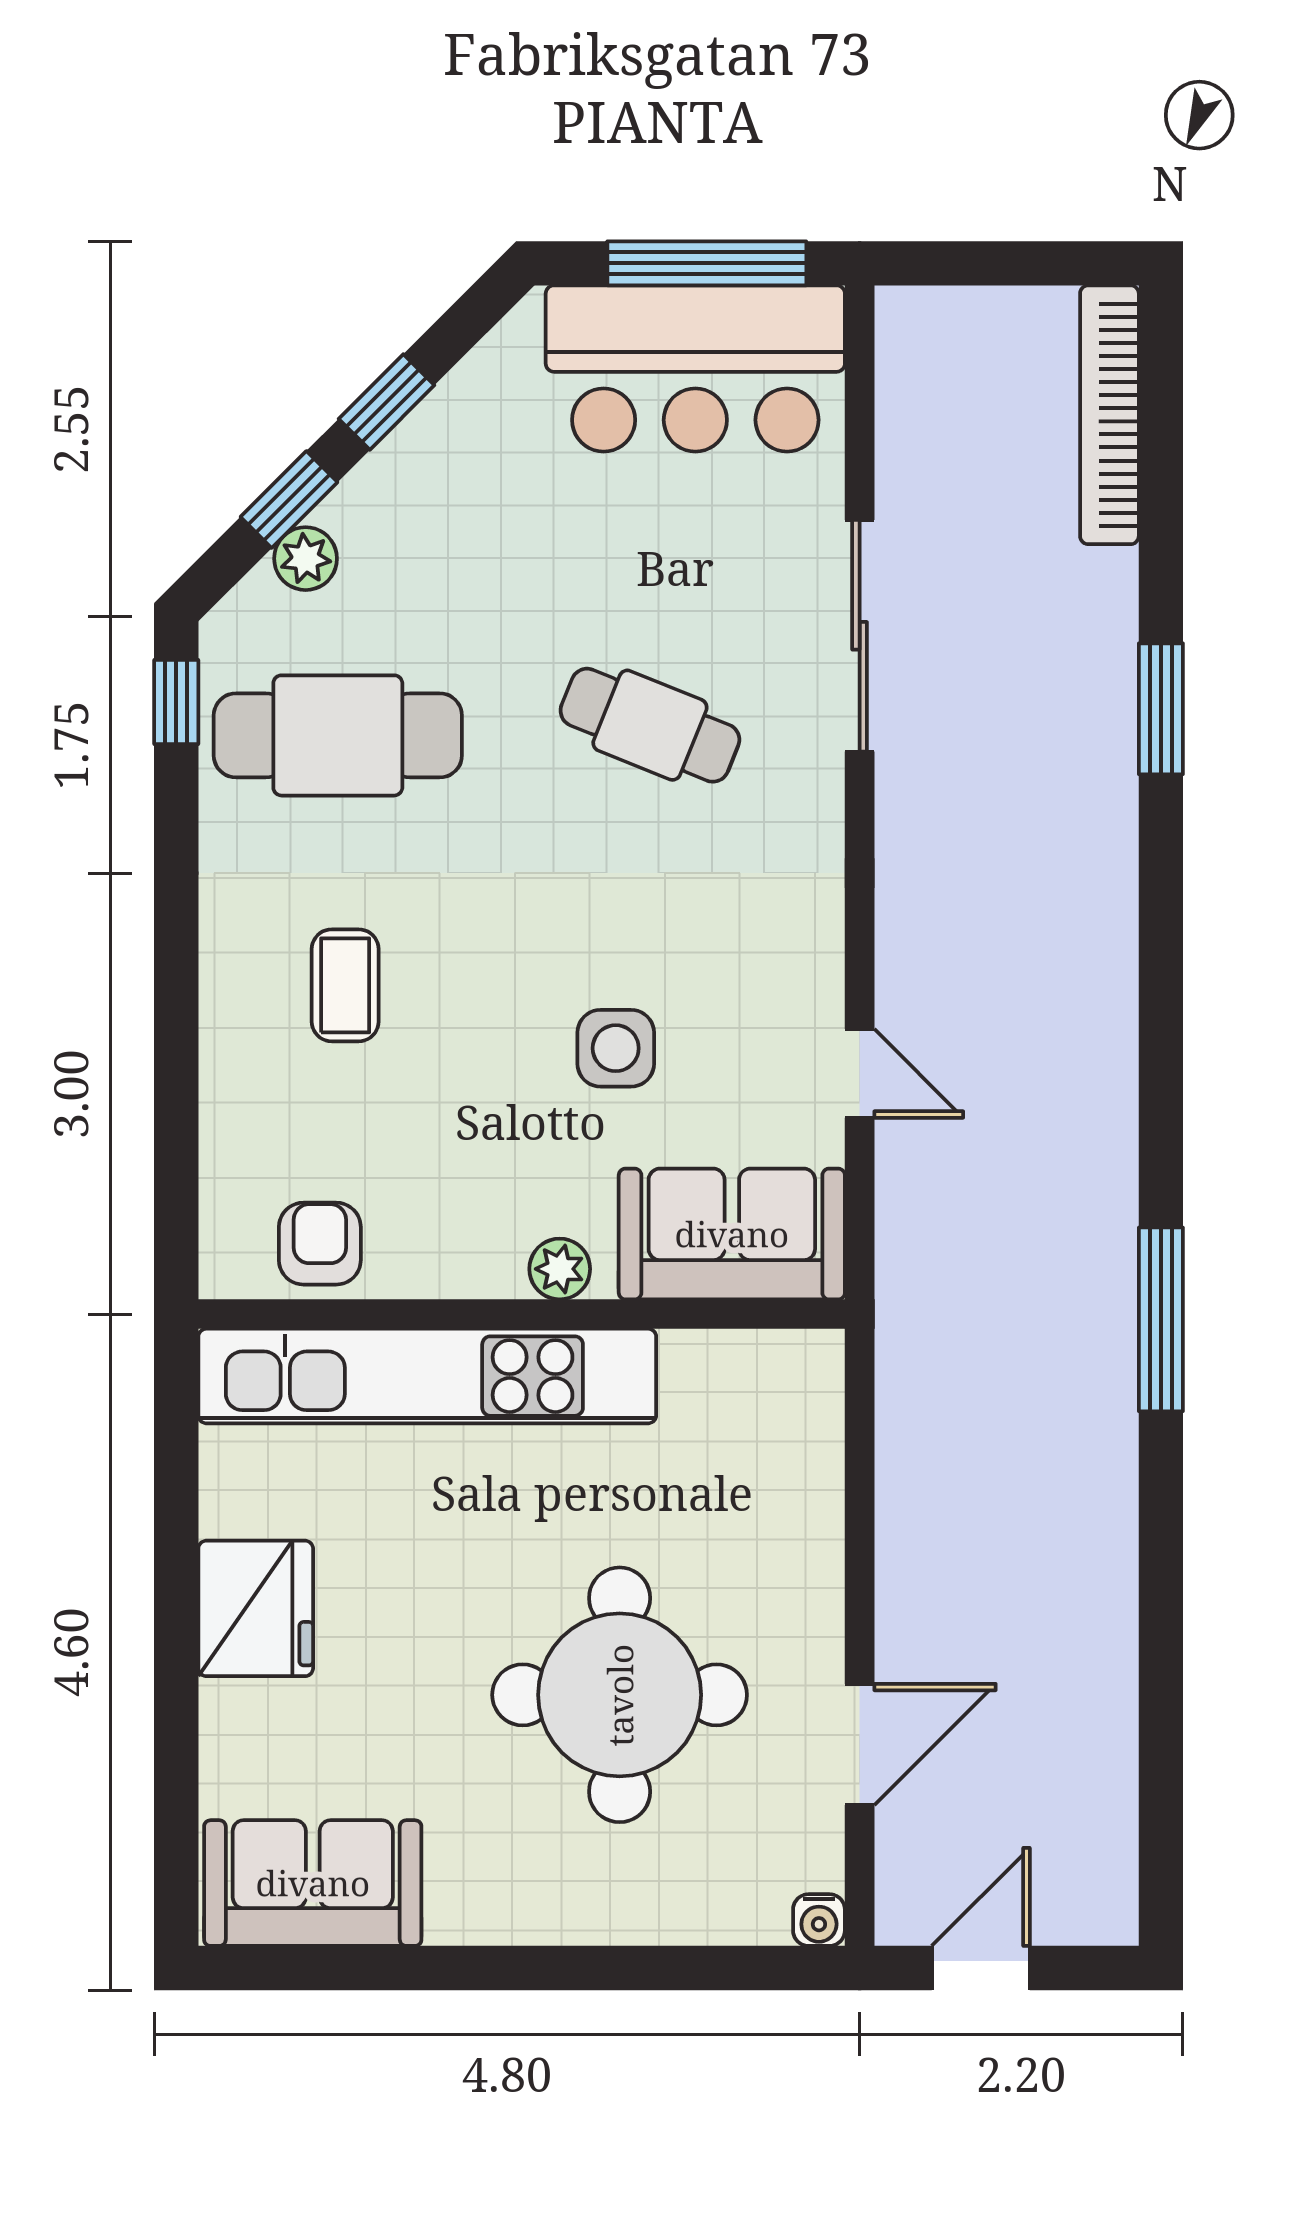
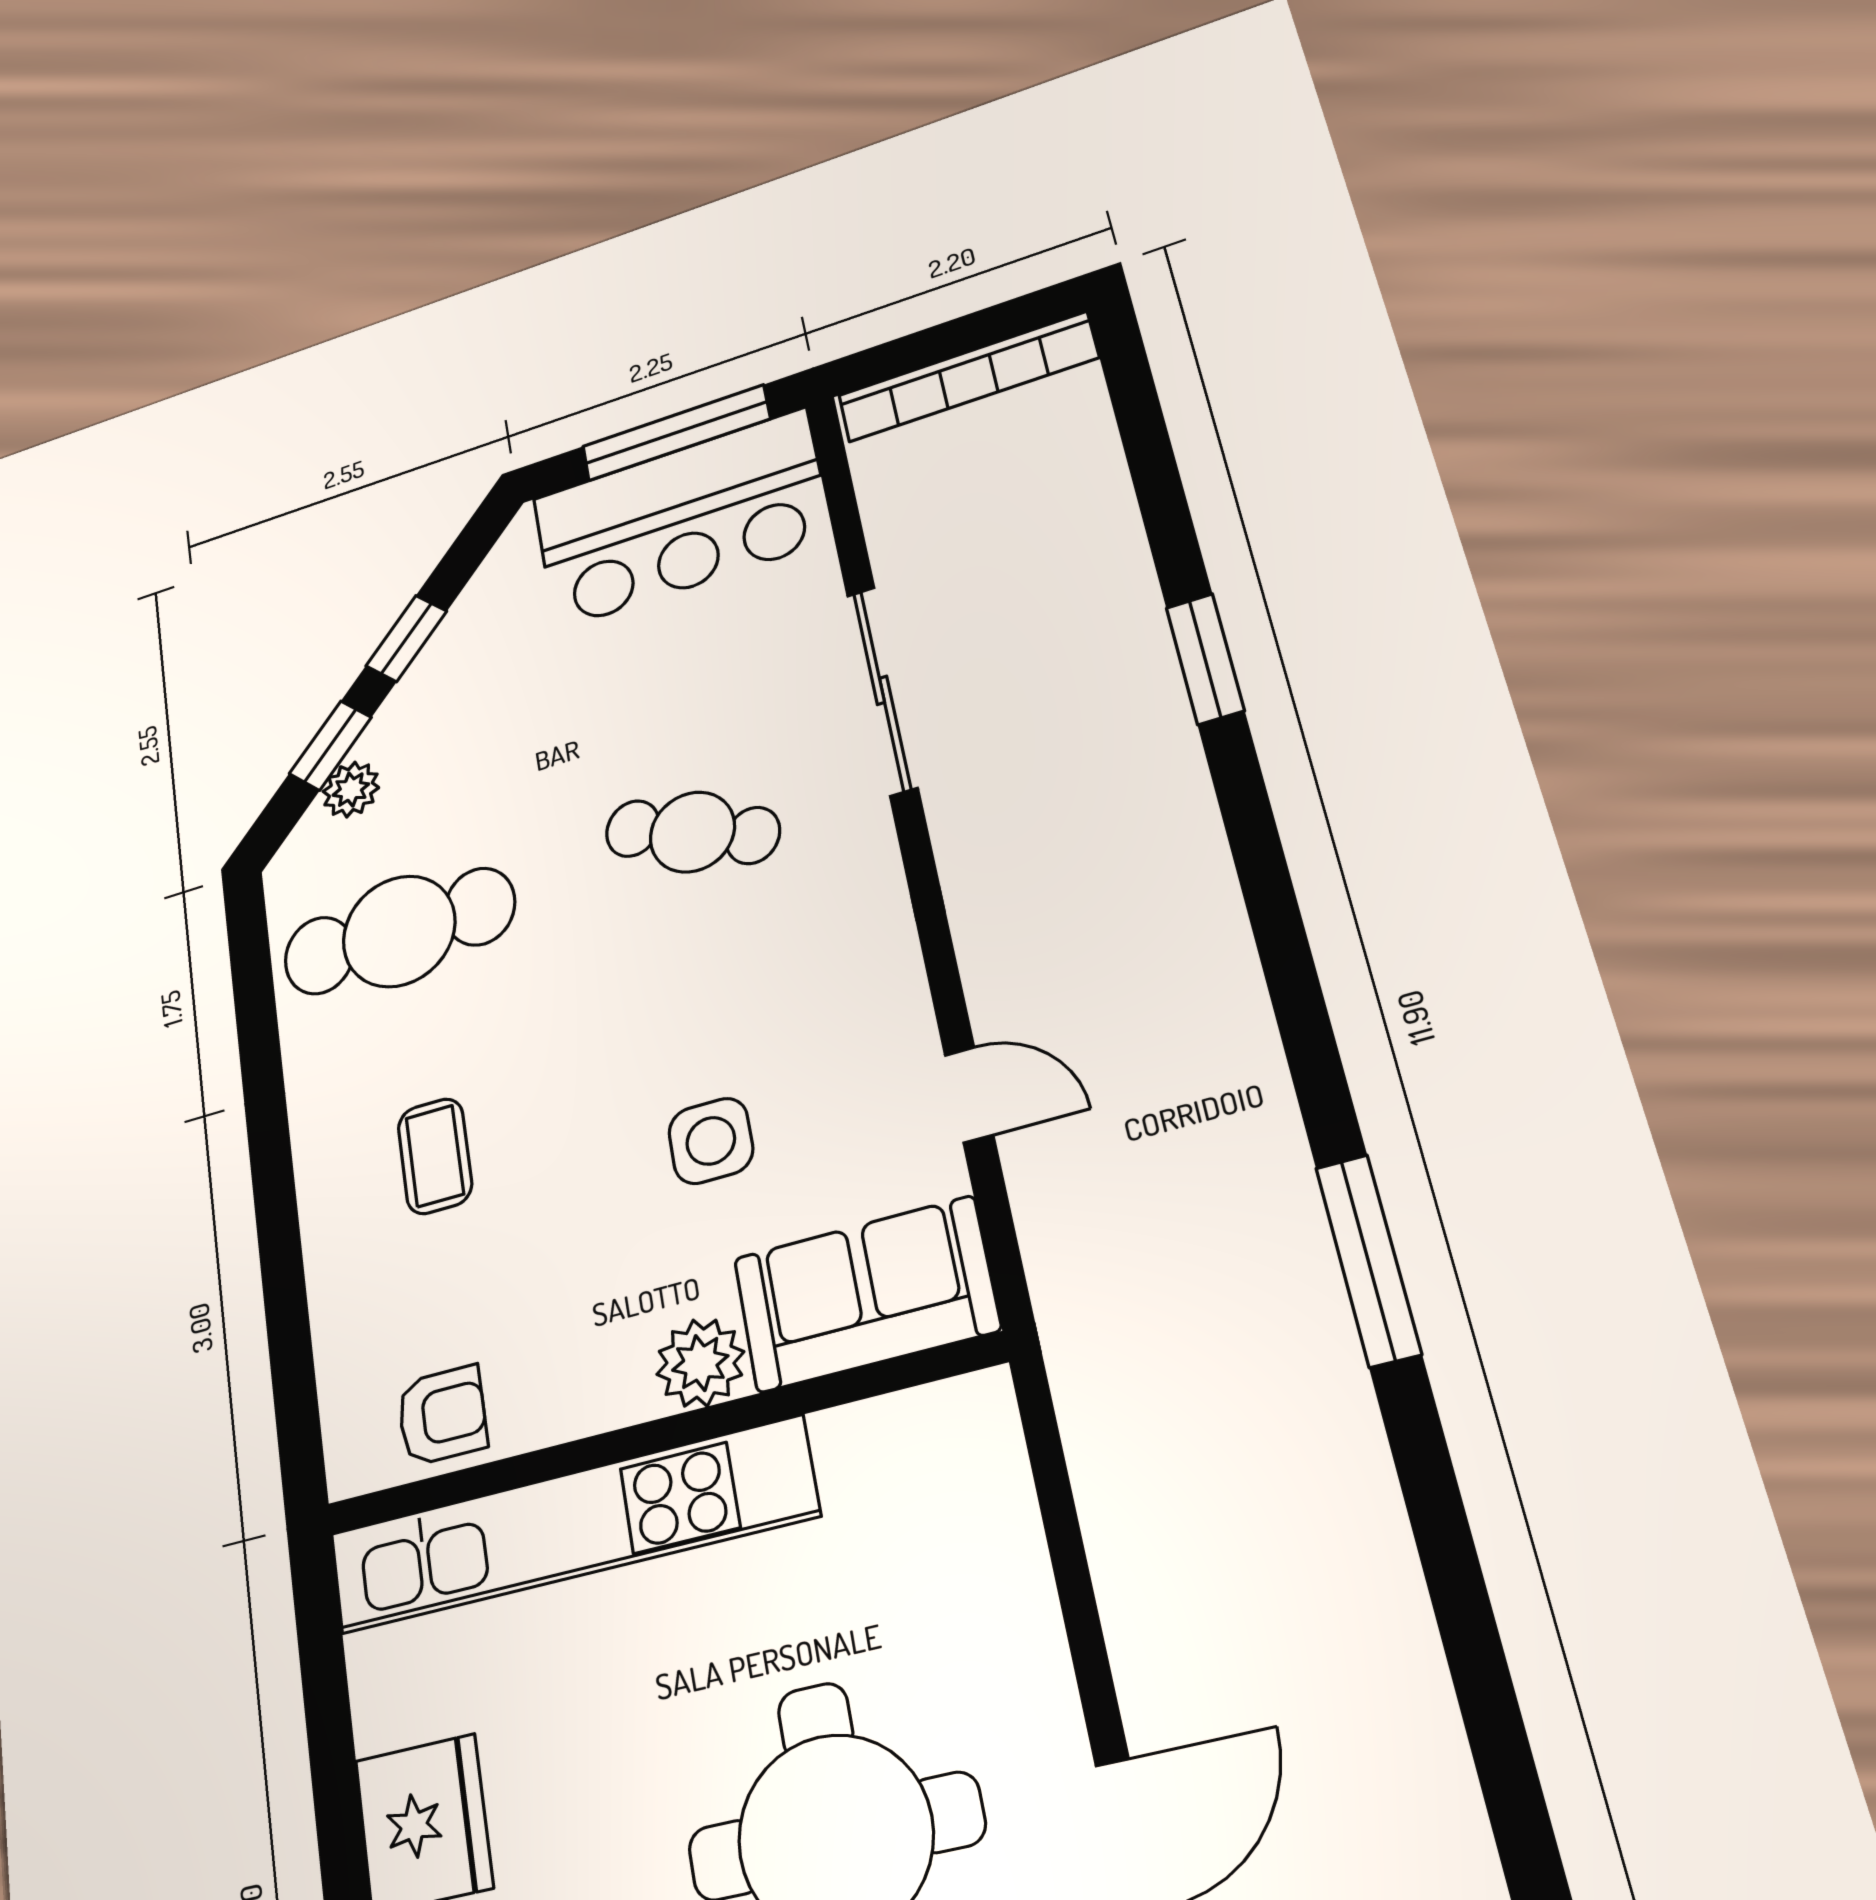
bookcase: (1109, 415) -> (968, 377), moved, turned -90
window: (176, 702) -> (249, 947), removed
armchair: (320, 1244) -> (442, 1416), turned 90
plant: (560, 1269) -> (700, 1363), width x1.38, depth x1.38

